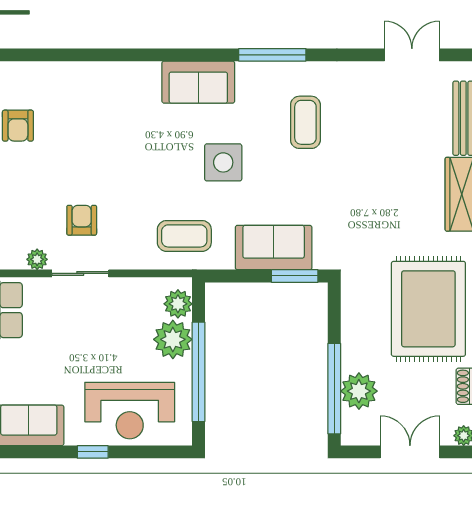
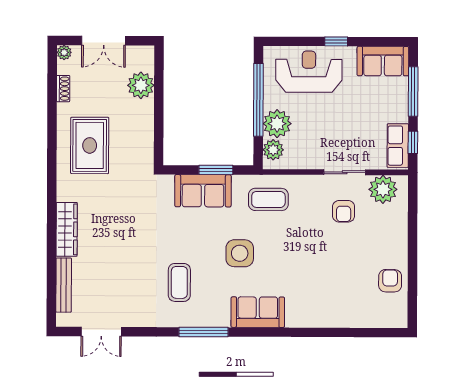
plant: (37, 259) -> (383, 189), width x1.88, depth x1.88
window: (295, 276) -> (216, 170), moved
rug: (428, 309) -> (90, 145), width x0.73, depth x0.69
window: (334, 389) -> (159, 87), removed

